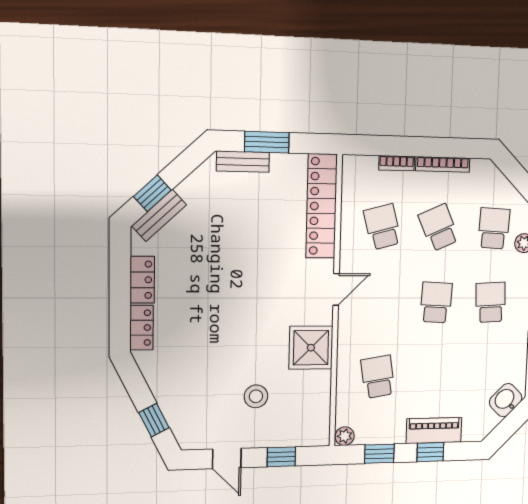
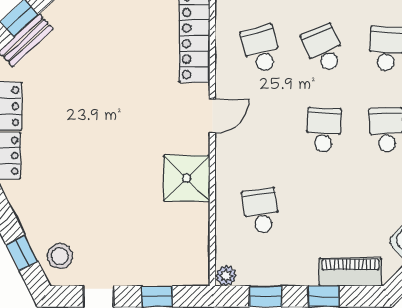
stool: (256, 396) -> (60, 256), moved
piano: (434, 431) -> (350, 272), moved

